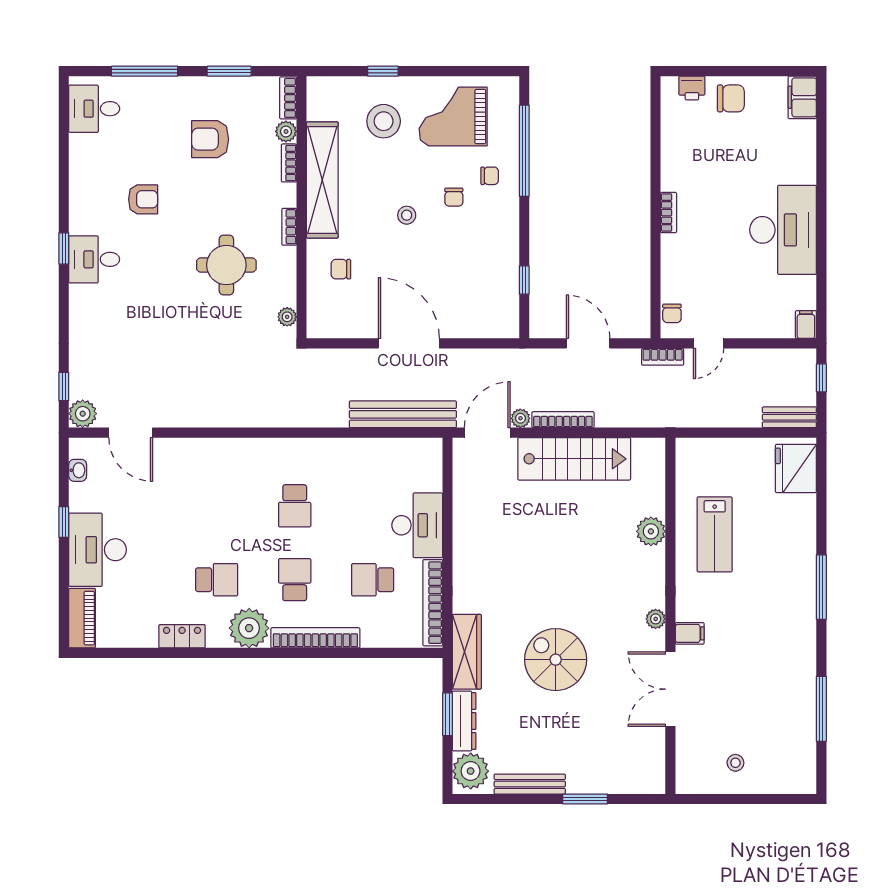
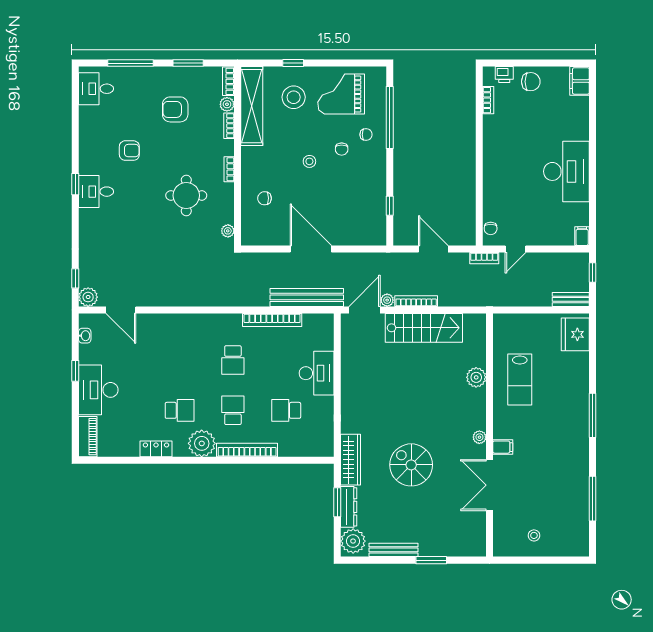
shelving: (322, 180) -> (252, 106), moved
bookcase: (668, 213) -> (488, 100), moved
bookcase: (433, 603) -> (272, 320), moved, turned -90

